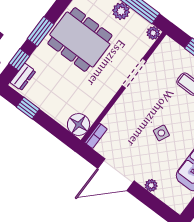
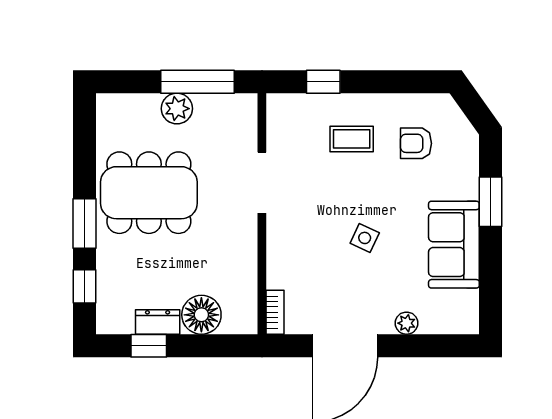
plant: (153, 33) -> (246, 105), removed
dresser: (23, 77) -> (158, 322), moved, turned -90
floor lamp: (79, 125) -> (201, 315), moved

